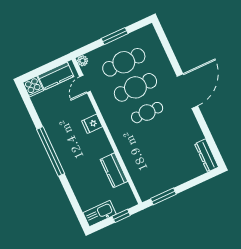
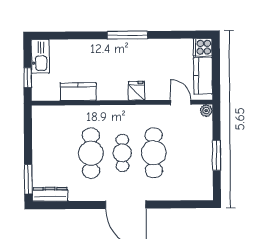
cafe table: (124, 62) -> (91, 153), moved
window: (51, 151) -> (127, 35), width x0.68
window: (163, 196) -> (28, 179), moved

